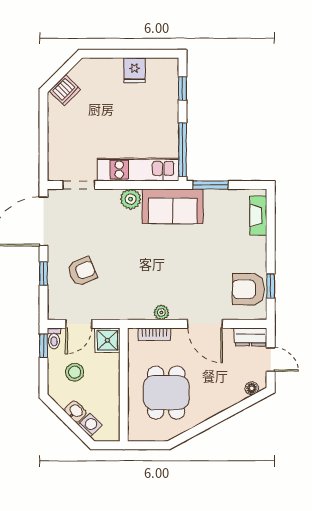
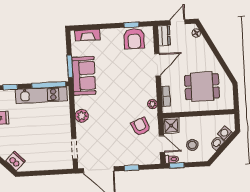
kitchen unit: (138, 170) -> (41, 95), moved, turned -90
sofa: (173, 206) -> (84, 76), moved
armchair: (82, 271) -> (141, 127), moved
plant: (161, 312) -> (152, 104), moved

